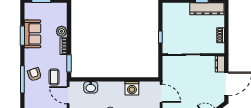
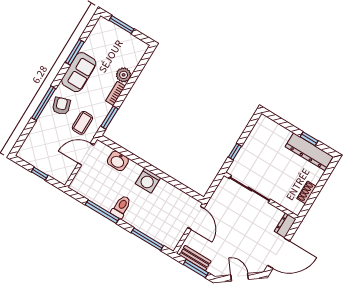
sofa: (32, 34) -> (79, 72), moved
washing machine: (132, 88) -> (148, 181), moved
door: (68, 95) -> (86, 154), hinge flipped

